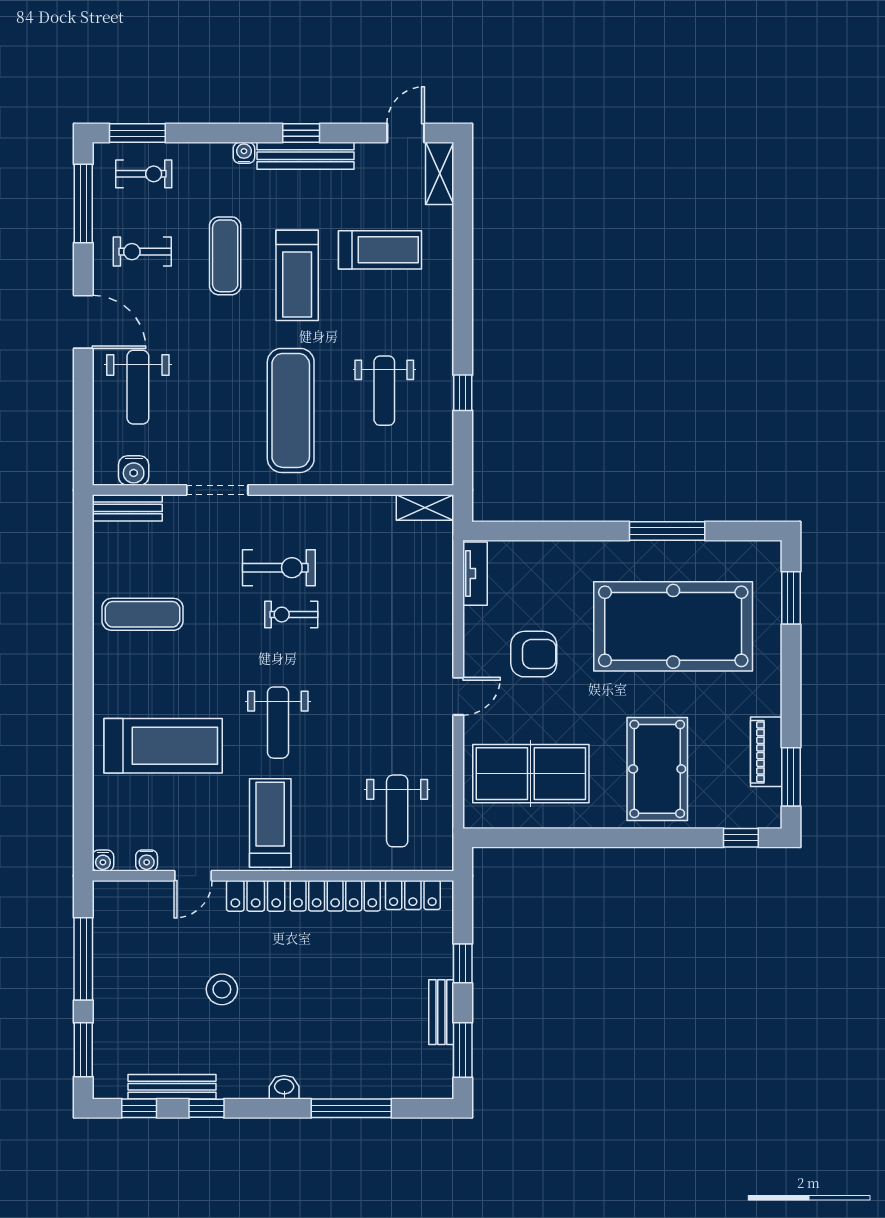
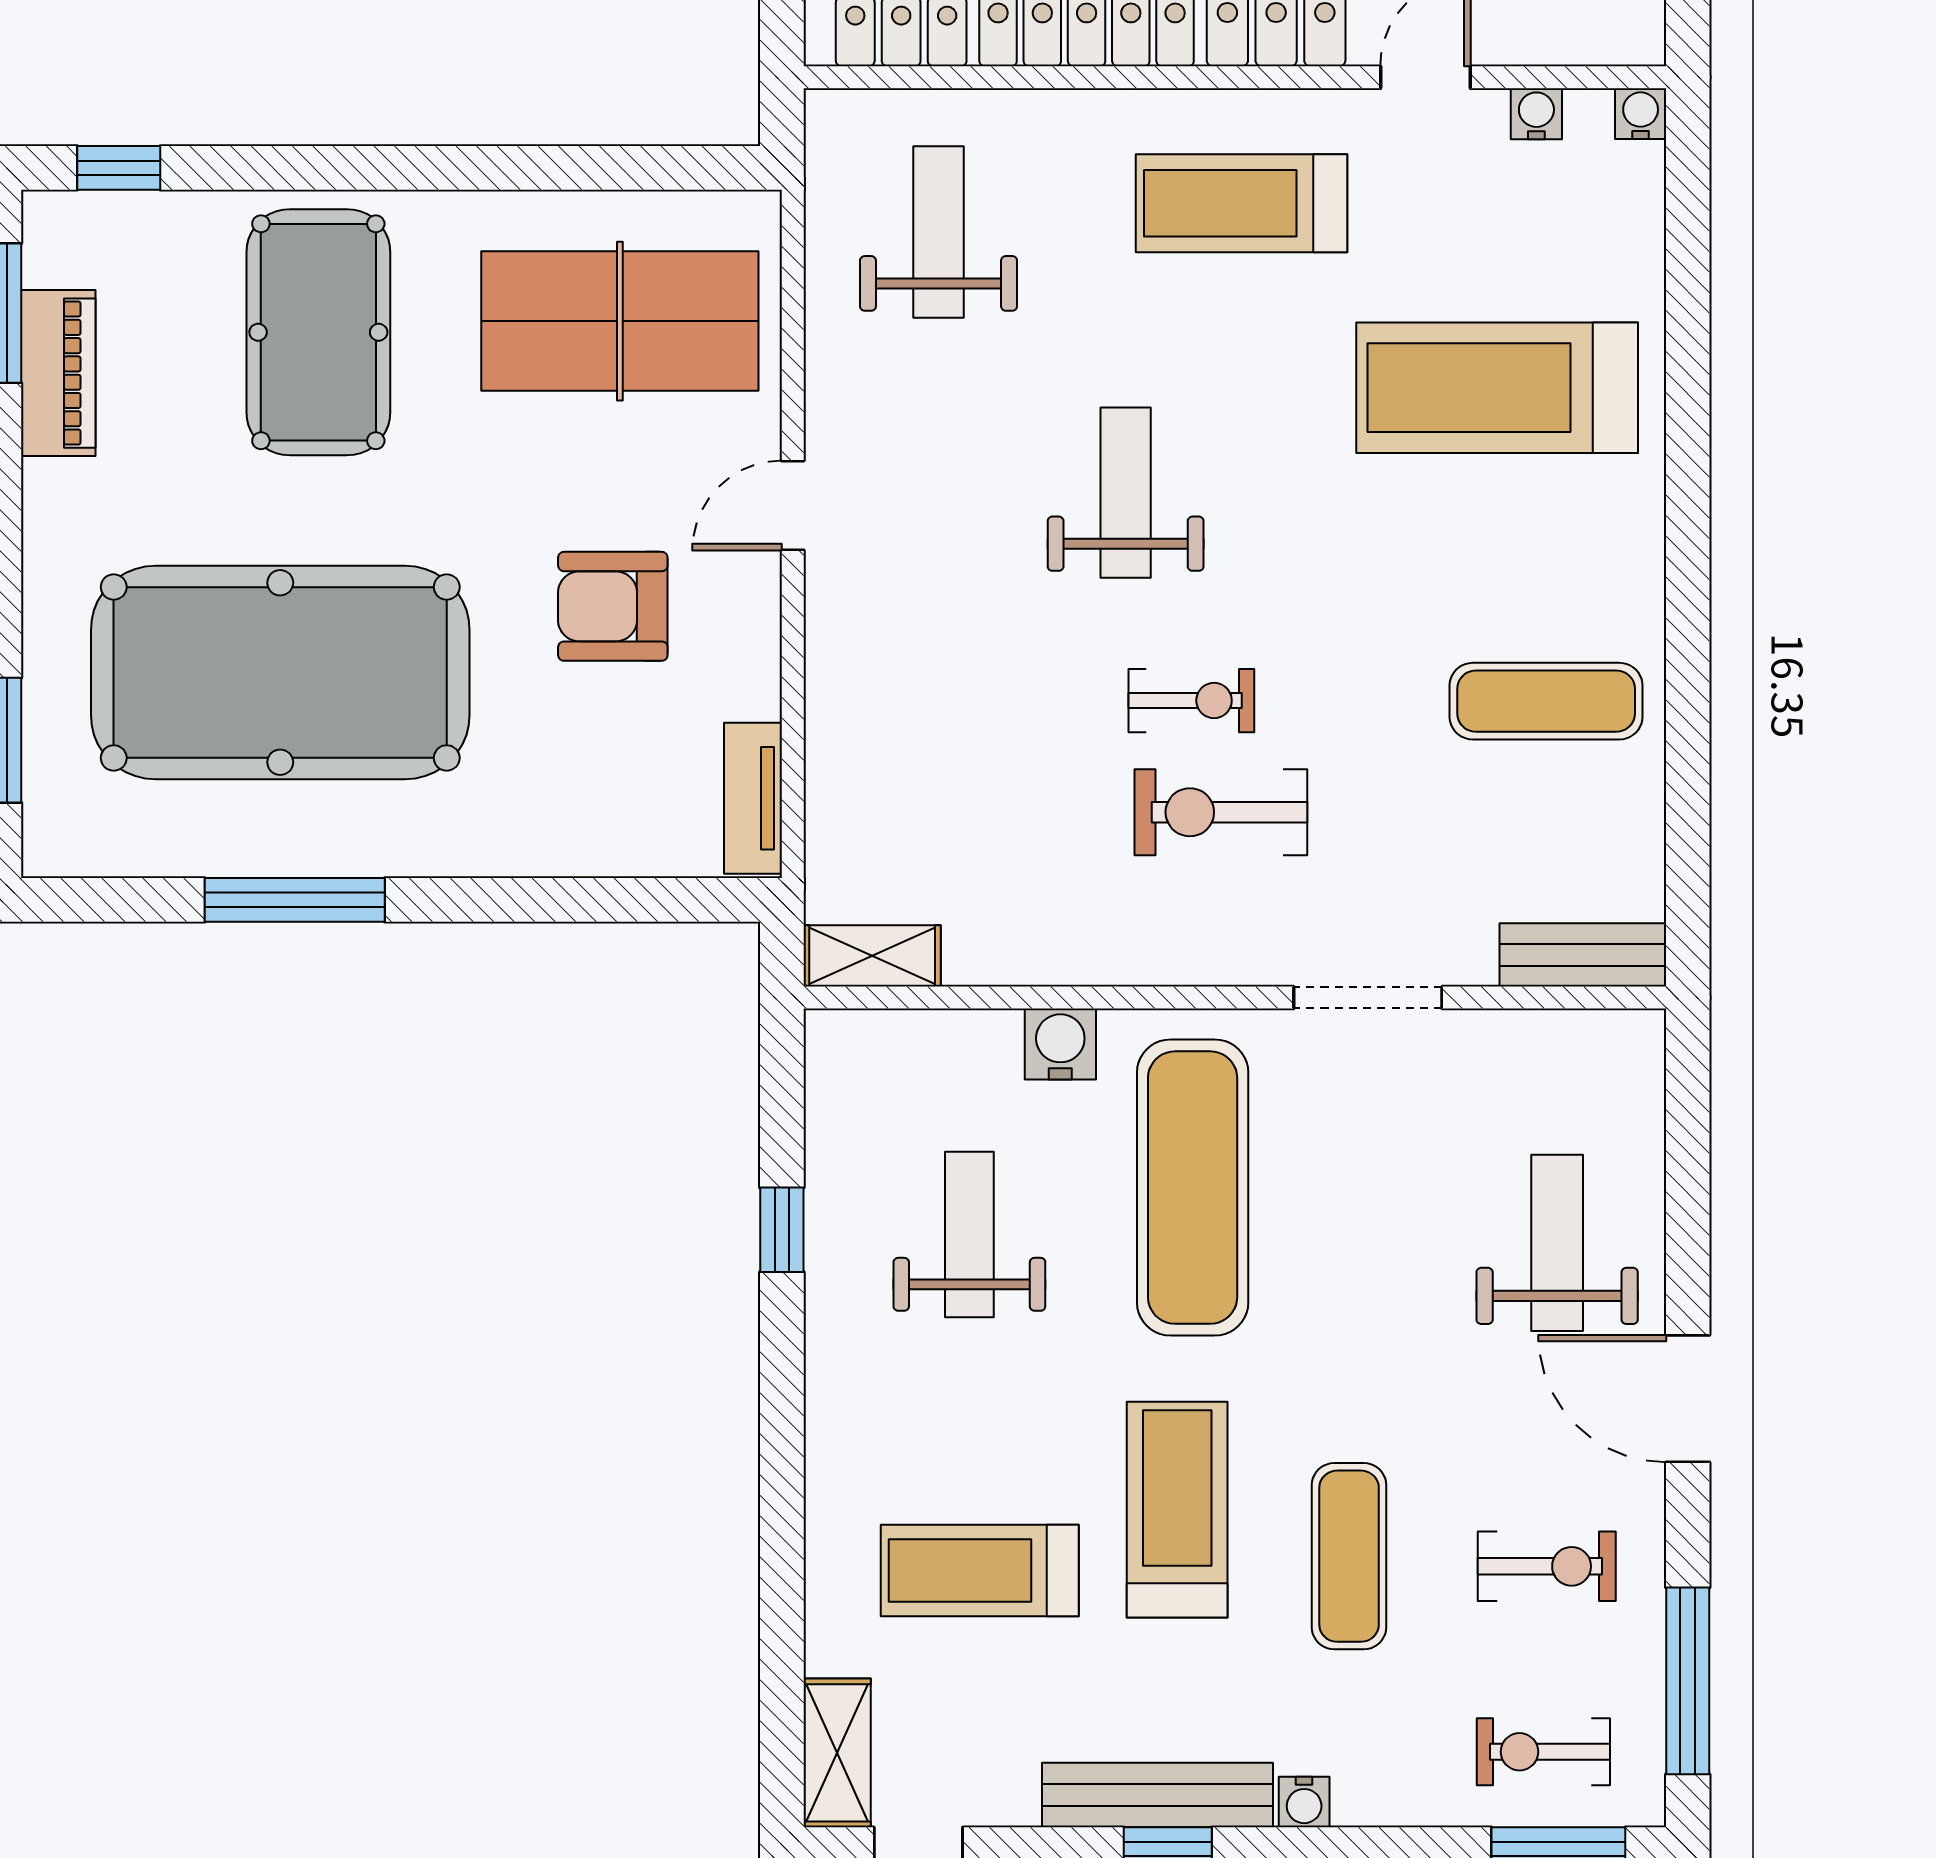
water cooler: (134, 471) -> (1060, 1044), moved
weight bench: (278, 723) -> (1126, 493), moved
treadmill: (270, 823) -> (1241, 203), turned 90

